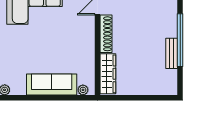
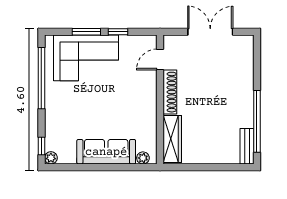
window: (180, 40) -> (257, 121), moved
bench: (172, 53) -> (247, 146), moved

